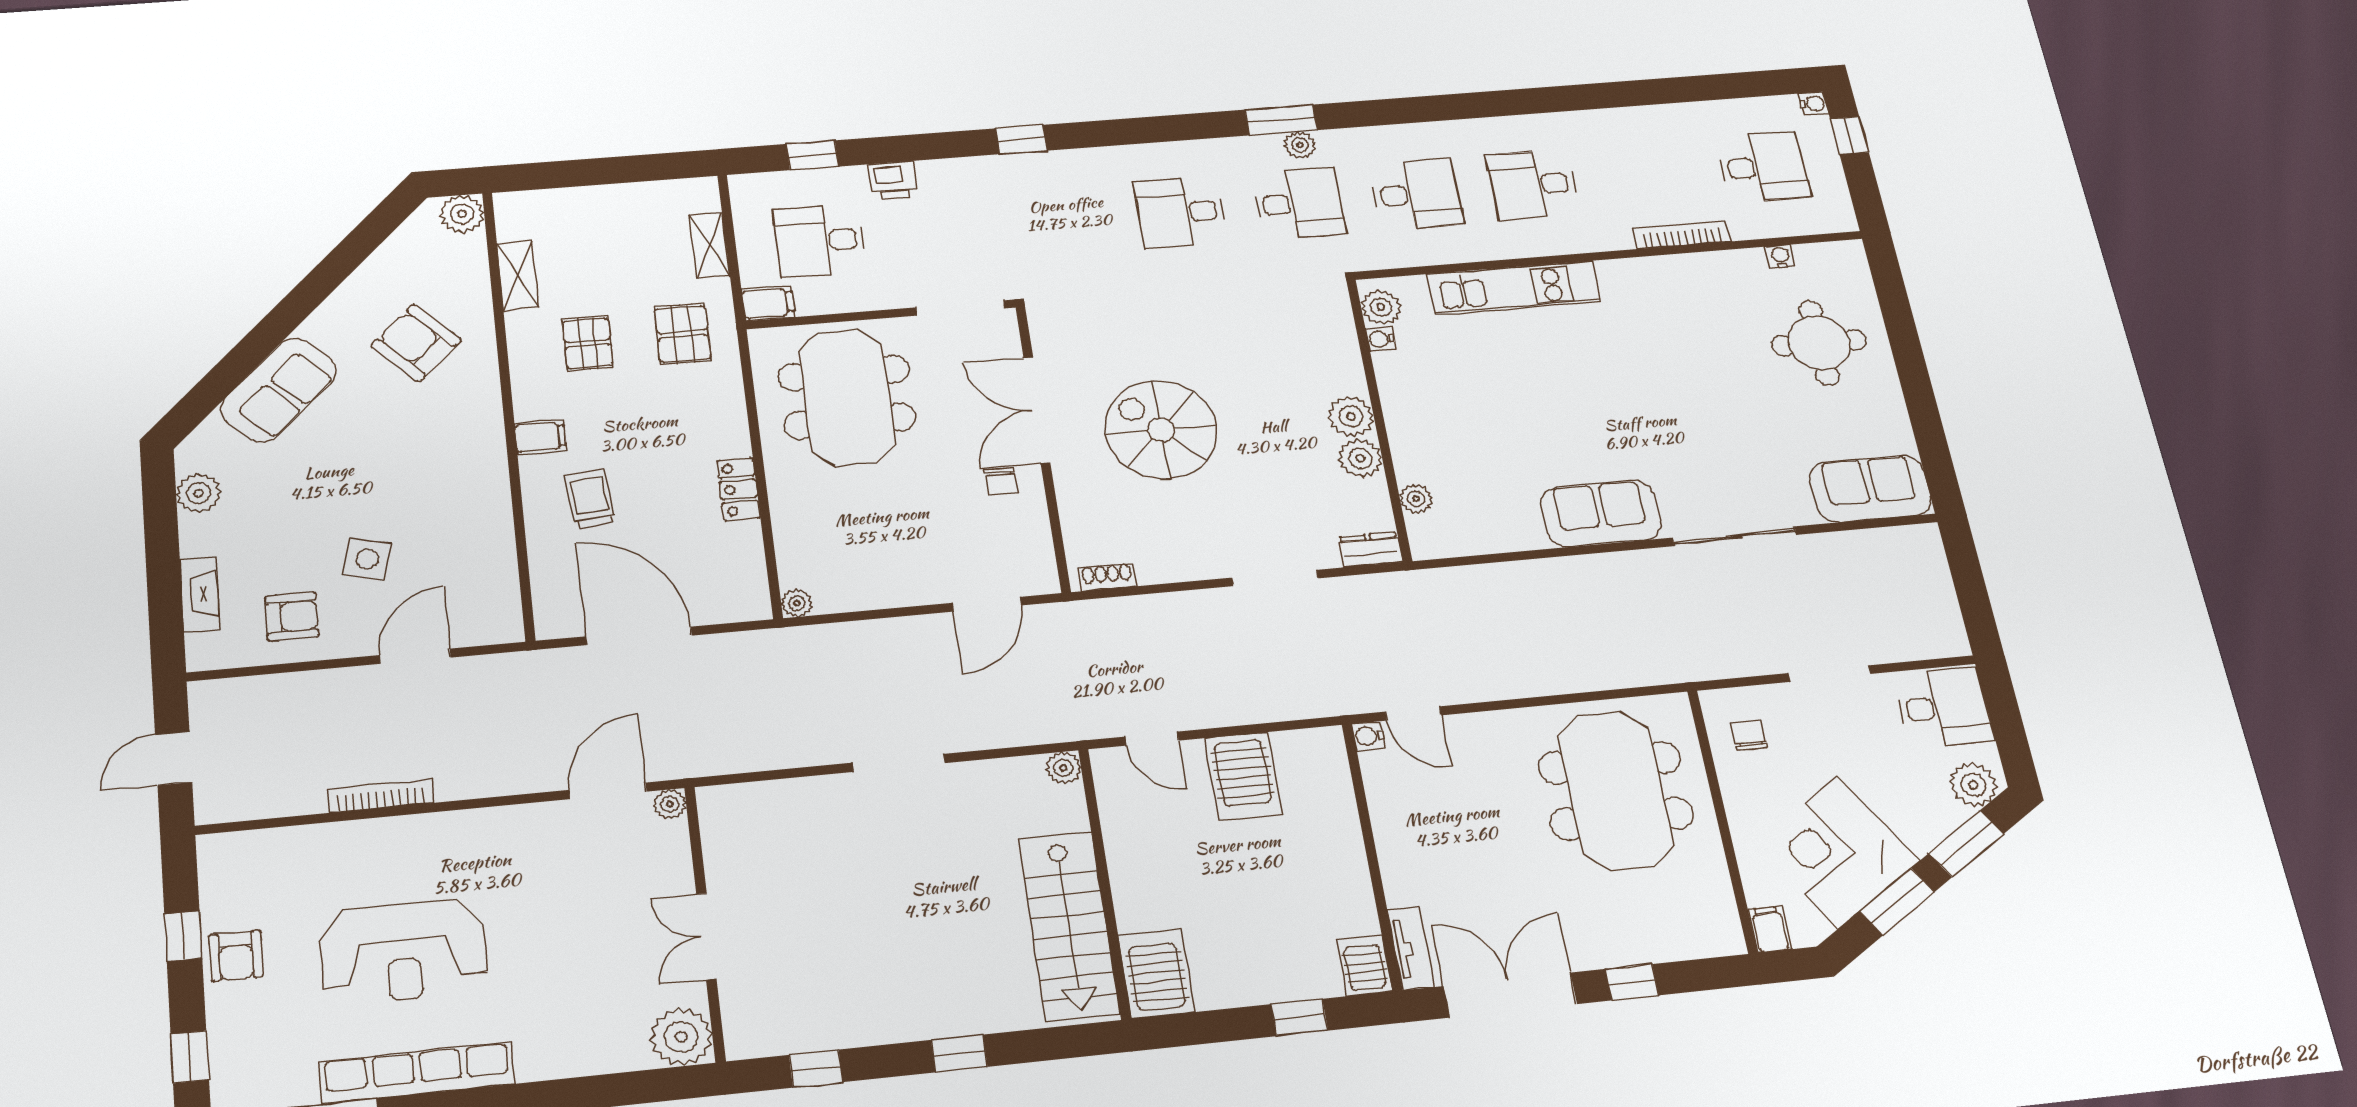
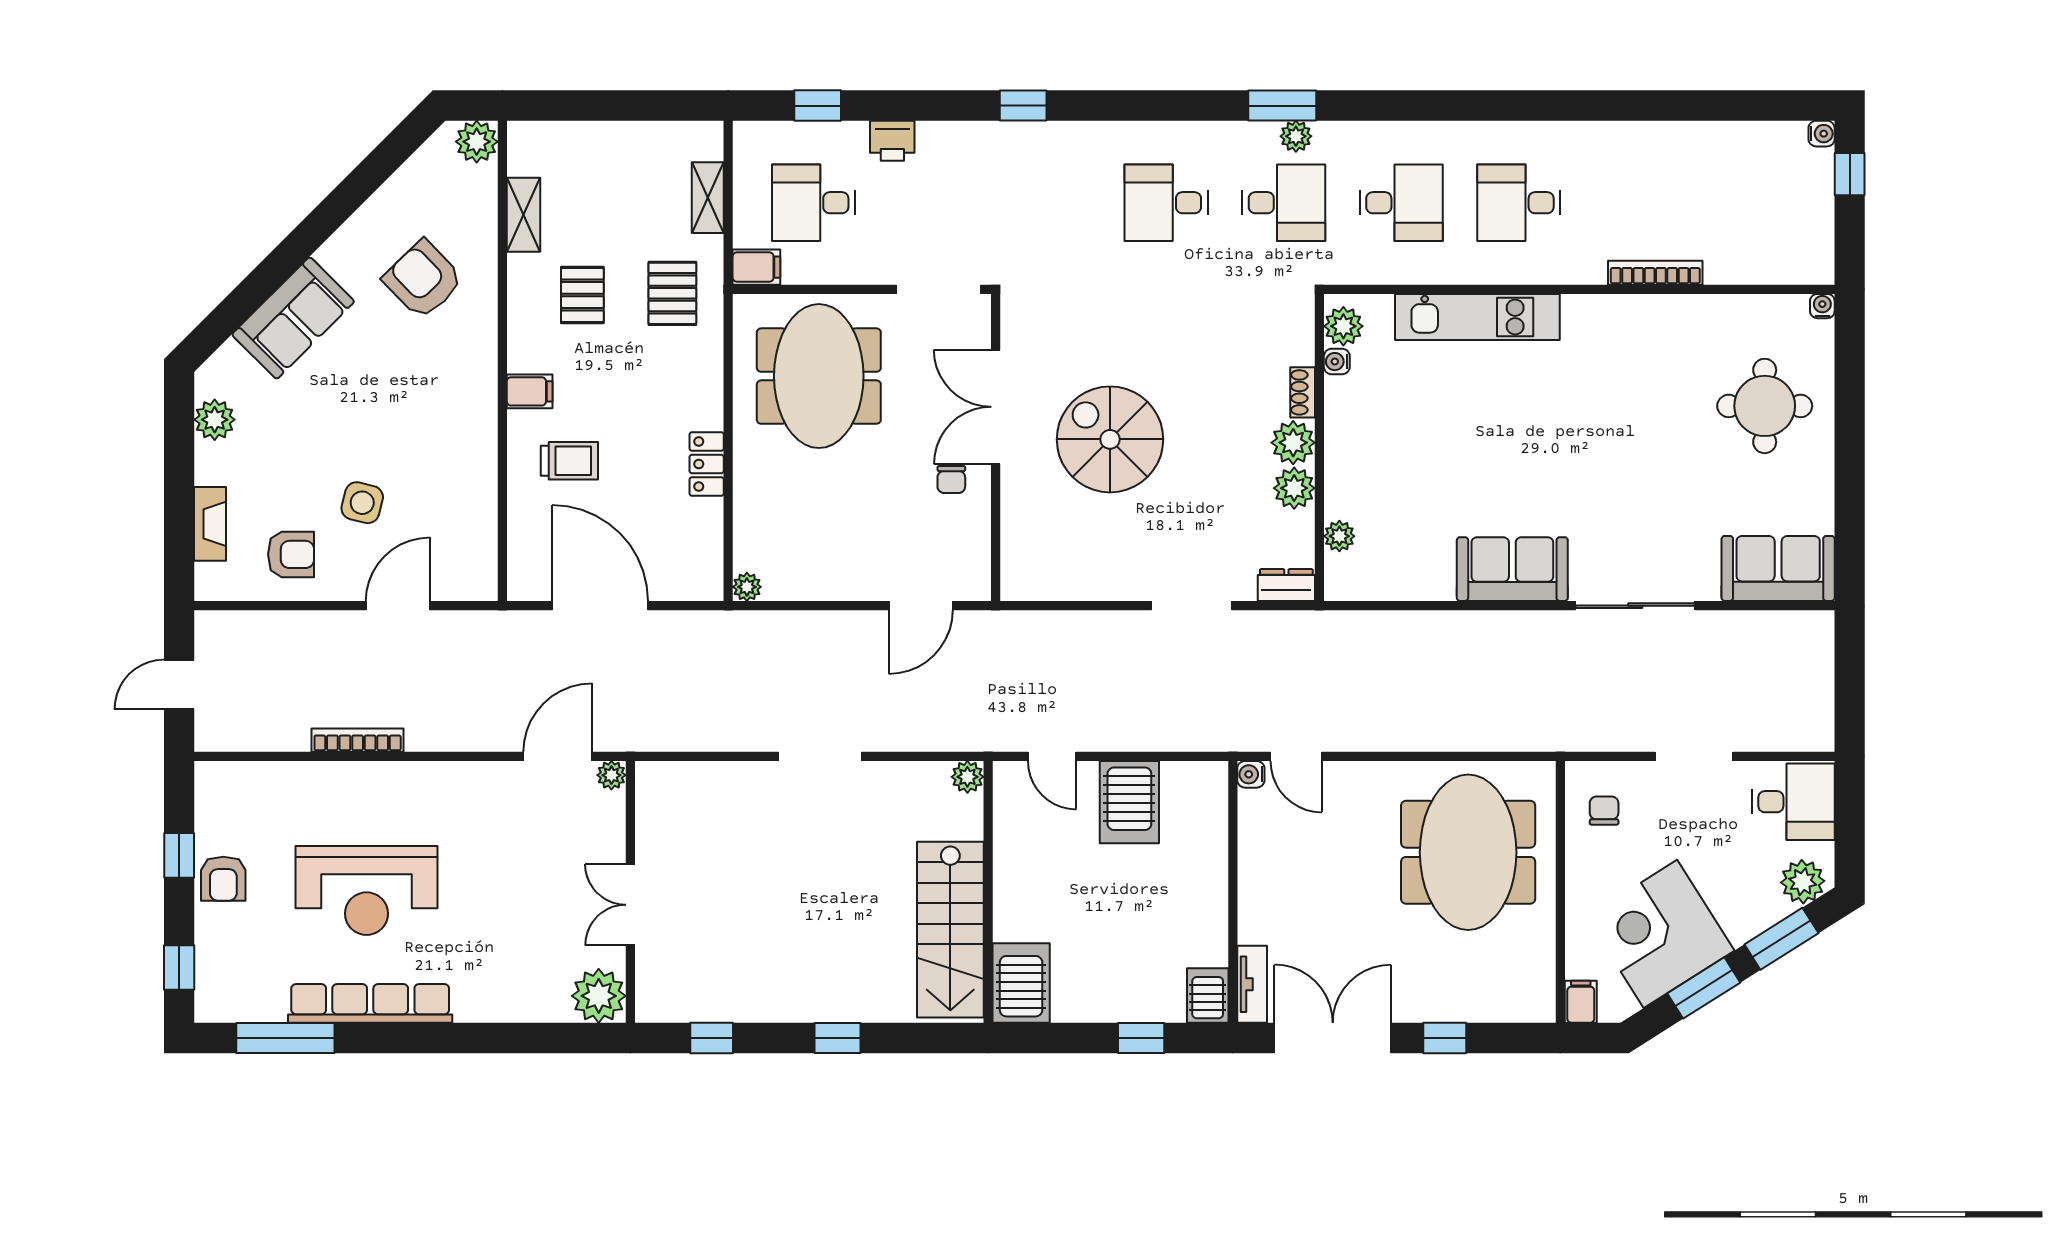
desk: (1763, 167) -> (1754, 203), removed
water cooler: (1780, 256) -> (1822, 306), moved
trolley: (590, 499) -> (569, 461), turned 96
shoe rack: (1107, 577) -> (1303, 392), moved, turned -90

